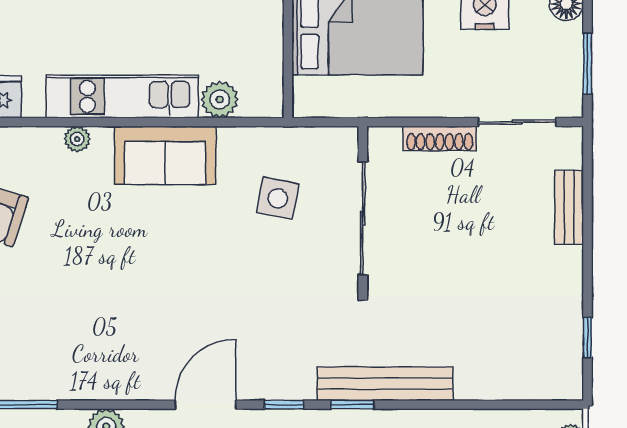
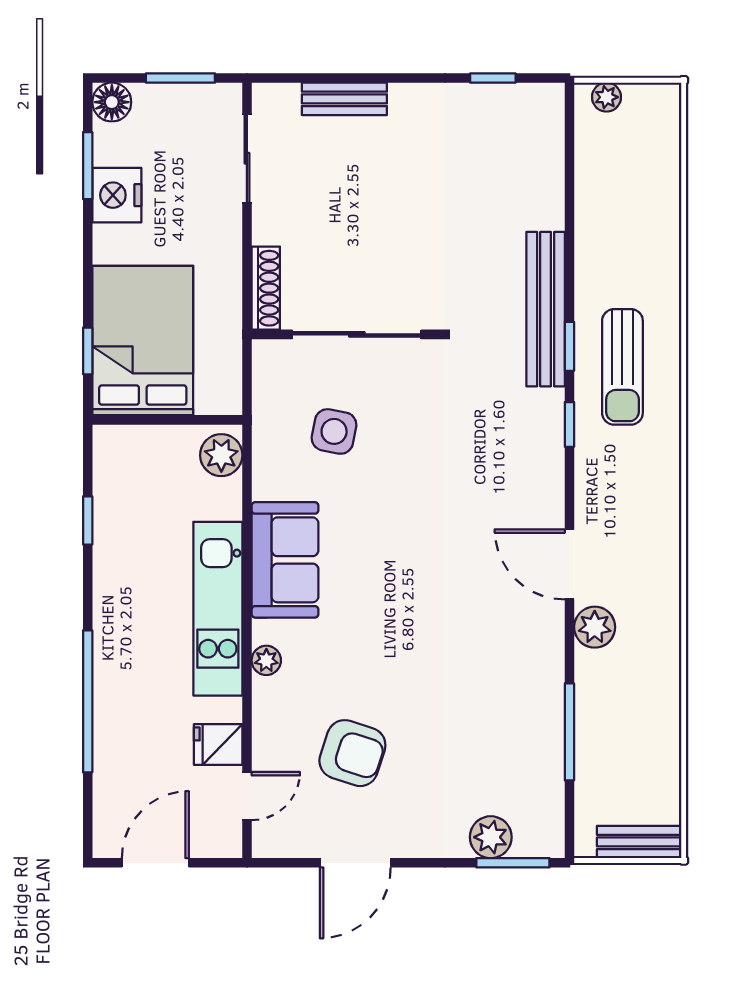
plant: (220, 99) -> (221, 455), moved
shoe rack: (440, 139) -> (266, 288), moved
door: (206, 405) -> (569, 564), moved

